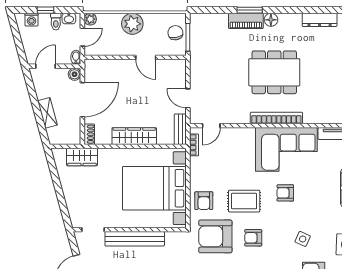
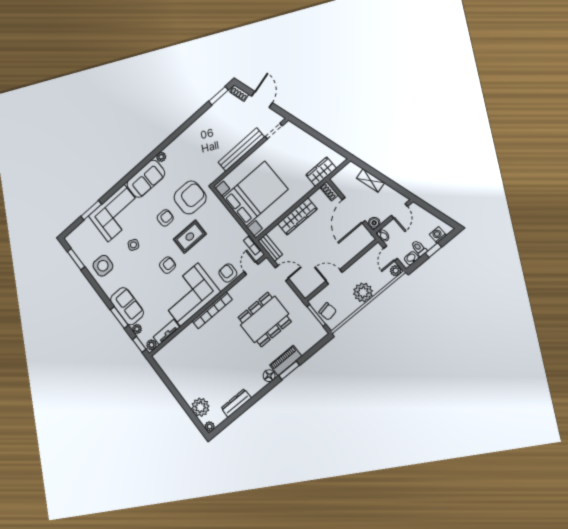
dining table: (274, 72) -> (265, 319), moved
armchair: (204, 201) -> (228, 273), moved

